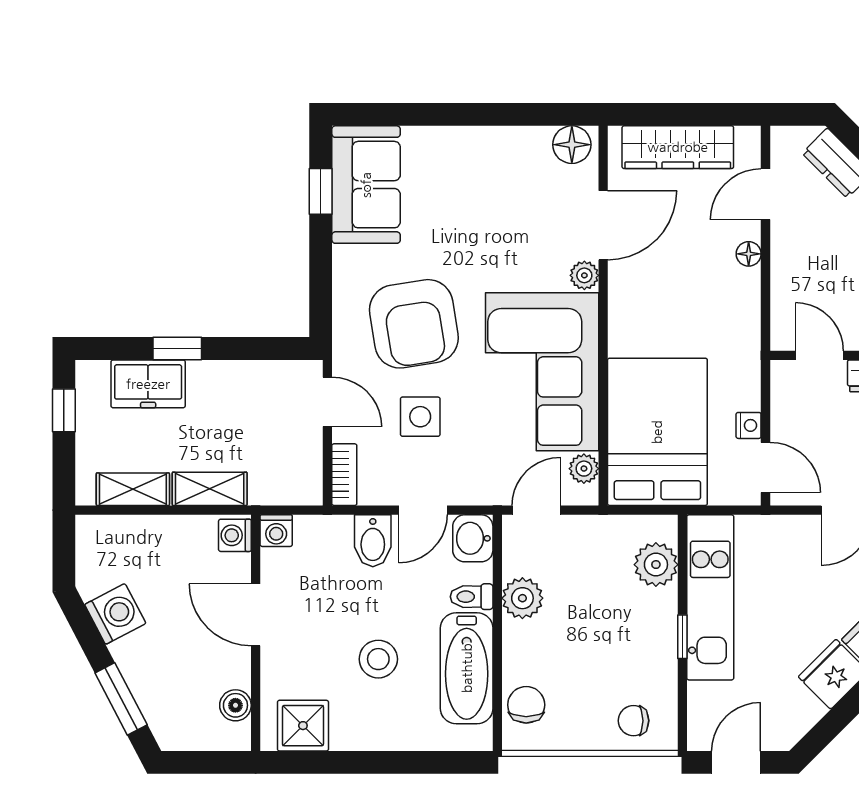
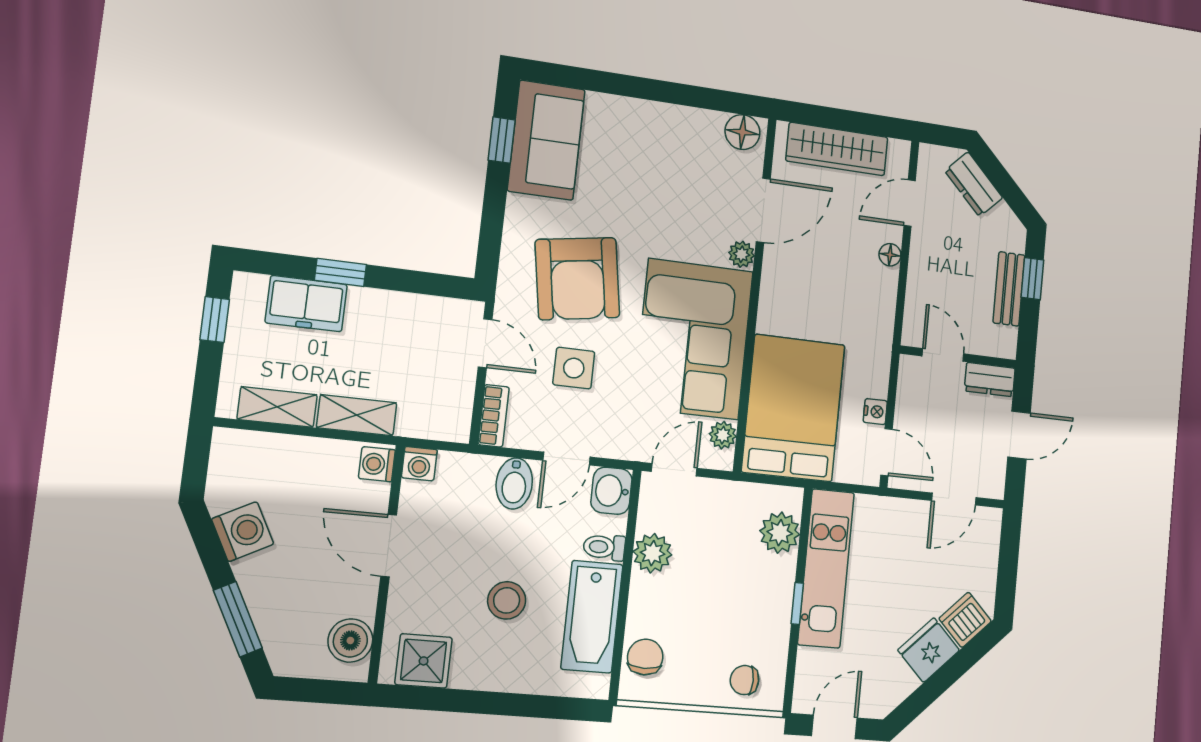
boiler: (235, 705) -> (350, 640), width x1.36, depth x1.36

